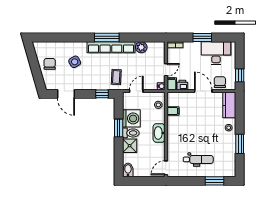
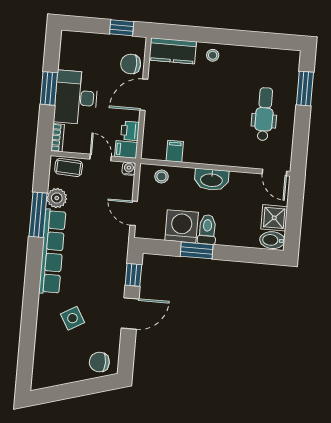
window: (107, 38) -> (38, 215), moved
desk: (216, 53) -> (76, 98), moved
chair: (50, 64) -> (99, 362), moved
coffee table: (116, 77) -> (69, 167), moved
door: (66, 94) -> (130, 314), moved
window: (240, 144) -> (243, 38), removed
shower: (130, 146) -> (274, 218), moved

